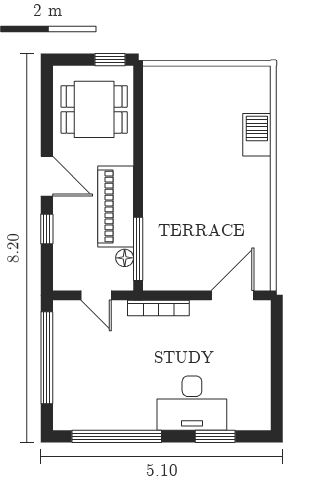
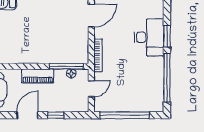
piano: (116, 206) -> (38, 76), width x0.73, depth x0.75
door: (233, 295) -> (91, 16), swing flipped
window: (215, 436) -> (167, 36), moved

